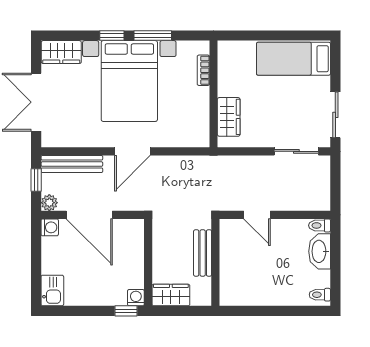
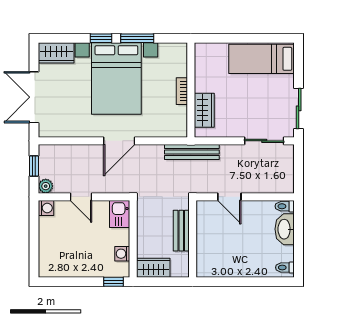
bookcase: (203, 70) -> (182, 91), moved
bench: (72, 164) -> (192, 152), moved
door: (89, 215) -> (81, 197), width x0.53
kitchen sink: (52, 290) -> (120, 214), moved, turned 180
washing machine: (136, 298) -> (122, 254), moved, turned -90

